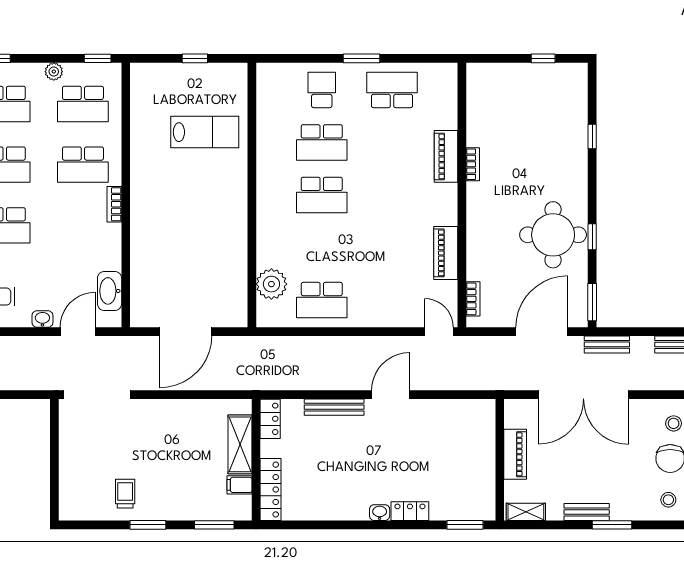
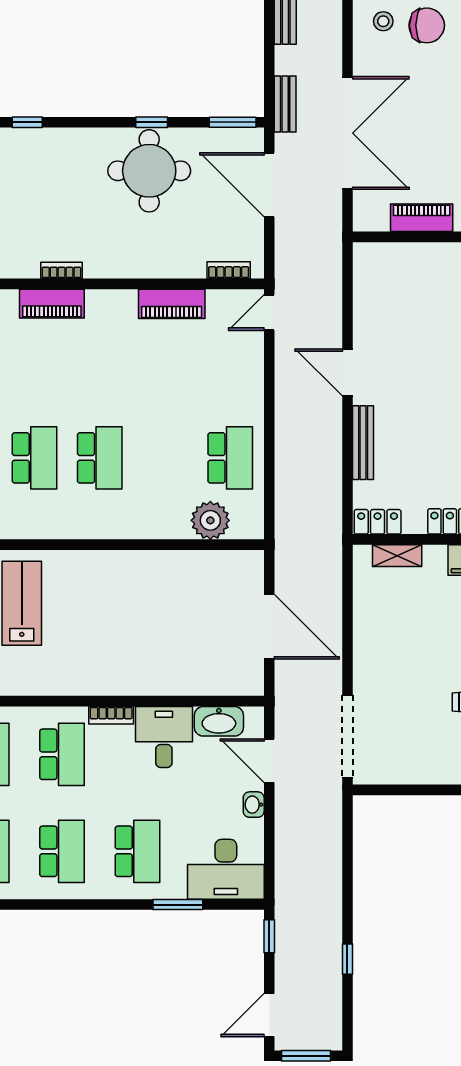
desk: (97, 247) -> (164, 737), added
shelving: (240, 444) -> (397, 556), width x0.67, depth x0.75

